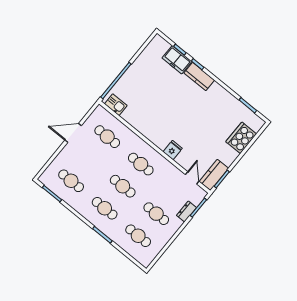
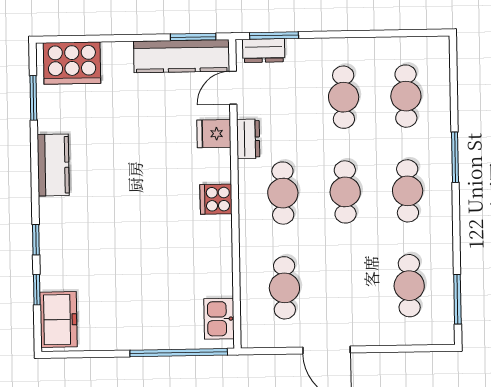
freezer: (177, 60) -> (58, 320), moved
kitchen counter: (199, 77) -> (53, 165), moved
cooker: (241, 138) -> (72, 63), moved
cooker: (158, 139) -> (216, 199), added
fridge: (173, 150) -> (214, 134), moved
dresser: (170, 168) -> (248, 139), added
kitchen counter: (214, 175) -> (182, 56), width x1.50
dresser: (186, 211) -> (264, 51), moved

